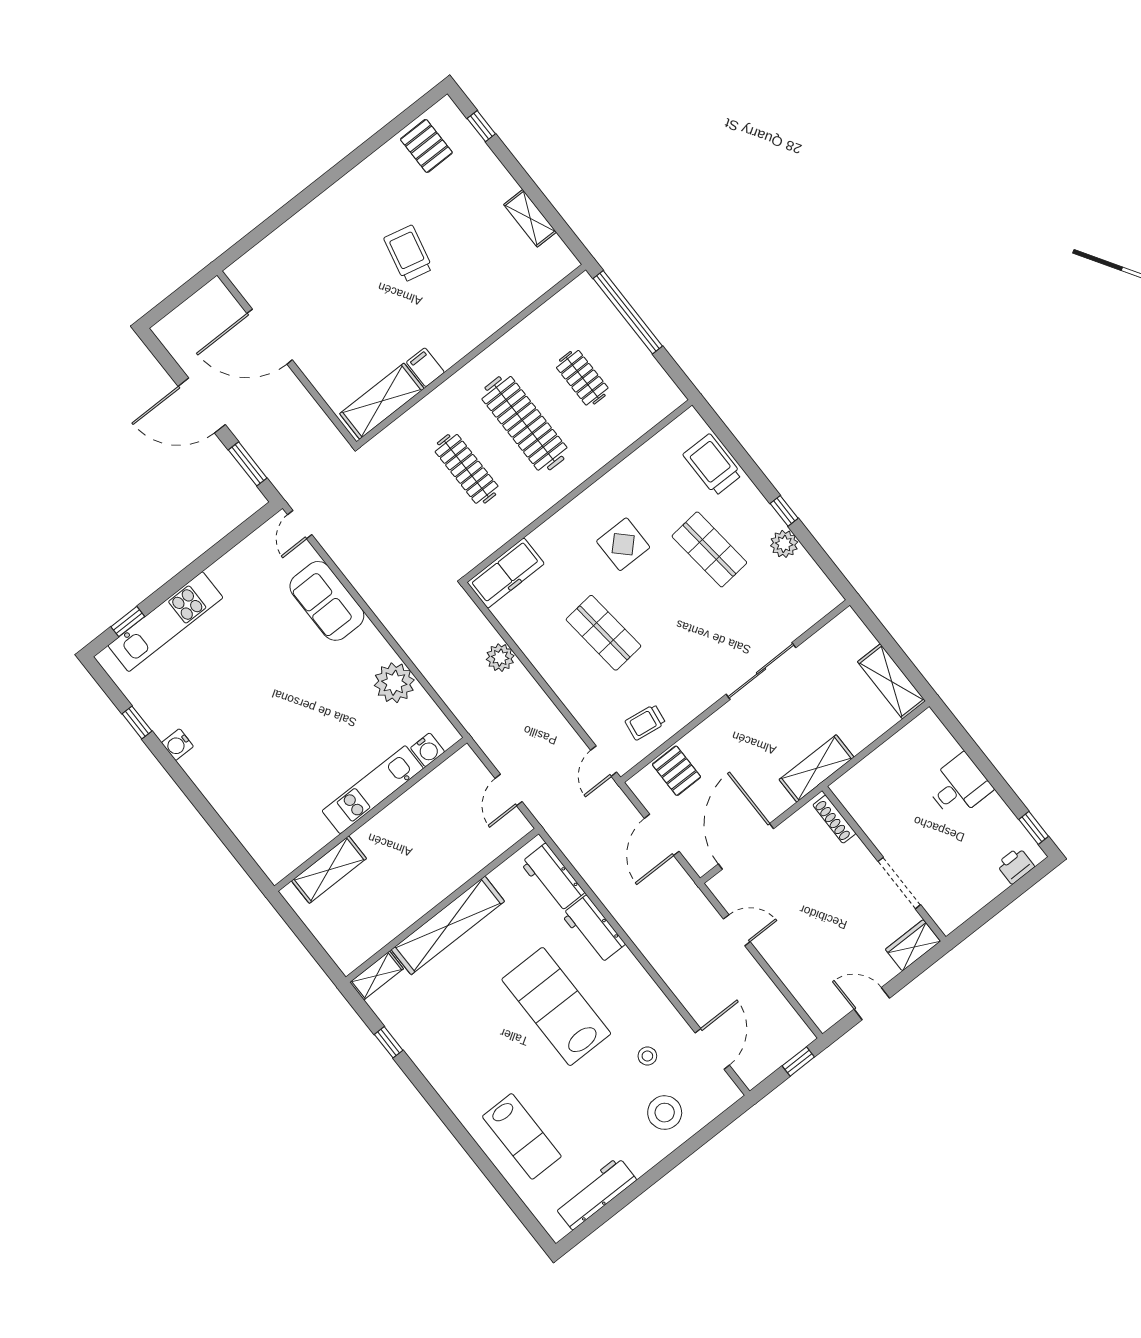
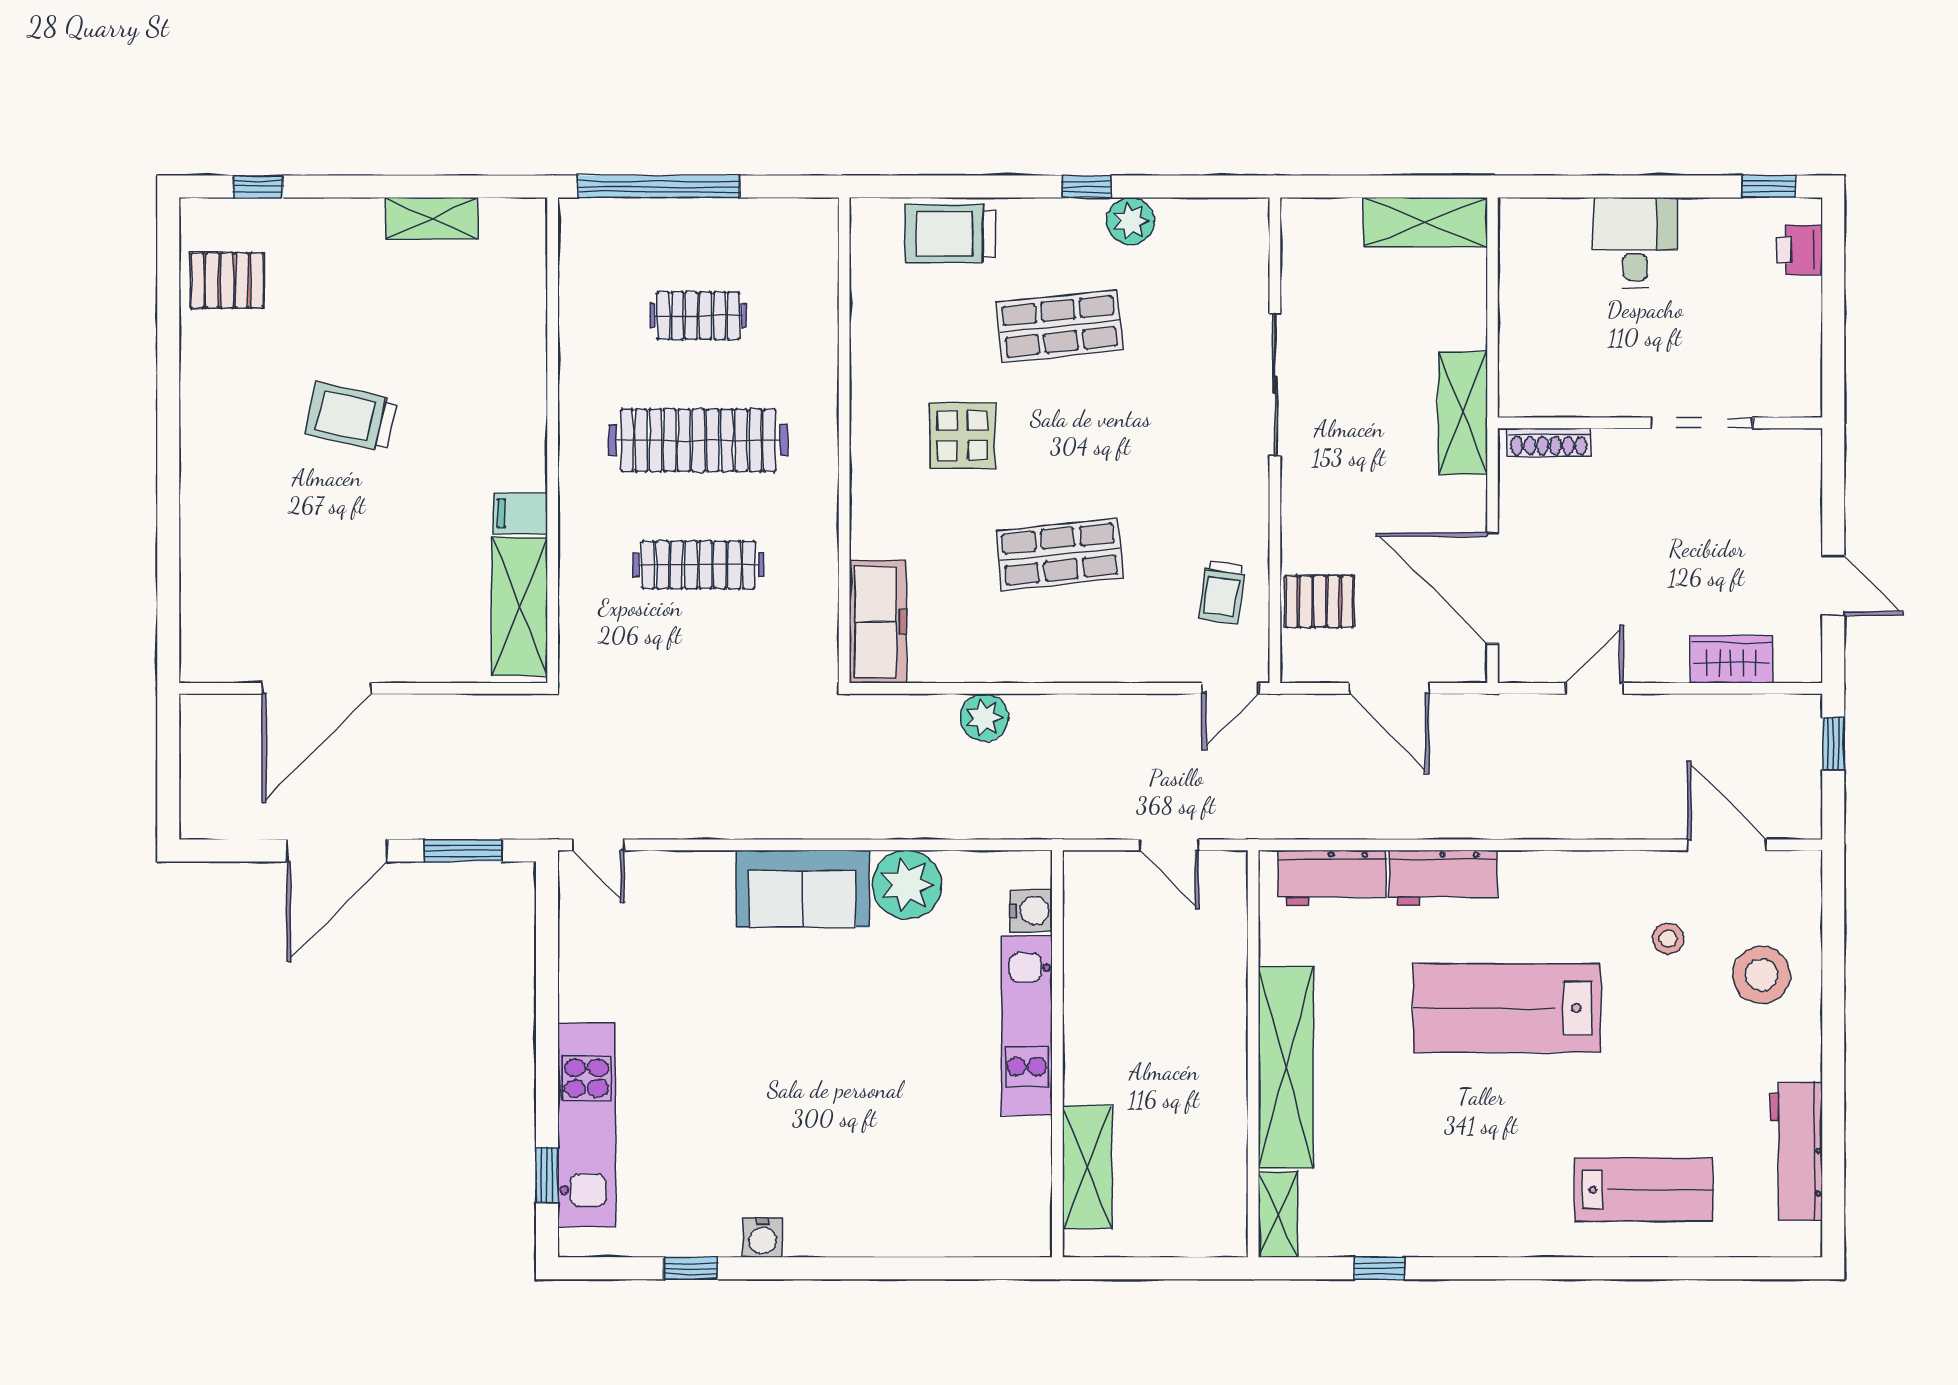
sofa: (327, 601) -> (803, 889), moved
door: (604, 761) -> (1231, 688), hinge flipped
wardrobe: (913, 945) -> (1732, 659), moved, turned 90
door: (872, 1004) -> (1833, 585), swing flipped

